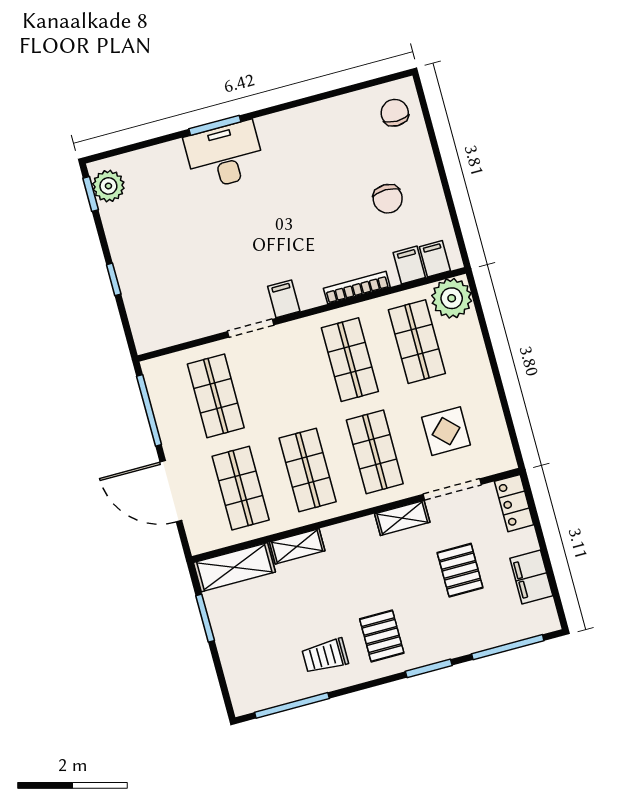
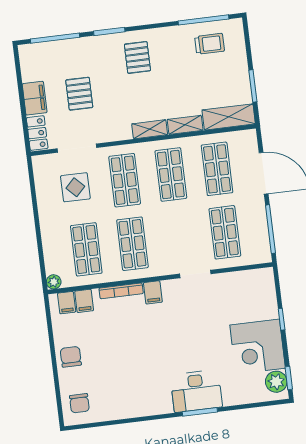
chair: (388, 199) -> (71, 357), moved
corner desk: (143, 234) -> (258, 347), added
plant: (452, 298) -> (54, 282), width x0.53, depth x0.53
filing cabinet: (284, 299) -> (153, 292), moved
shelving: (402, 518) -> (150, 129), moved
filing cabinet: (531, 577) -> (35, 98), moved
trolley: (325, 656) -> (210, 44), moved

